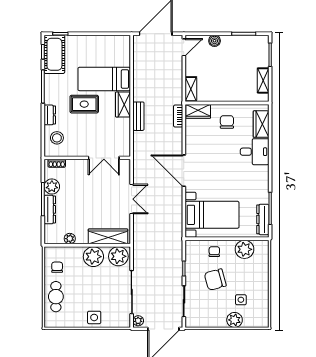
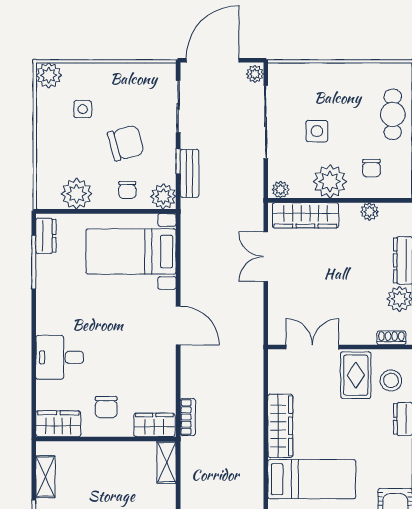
rug: (84, 104) -> (356, 375), moved, turned 90
wardrobe: (123, 104) -> (280, 426), width x1.50
bench: (138, 116) -> (190, 173), moved
wardrobe: (261, 124) -> (58, 424), moved, turned -90
door: (184, 171) -> (178, 325), width x0.73
double door: (132, 199) -> (266, 257), moved
dresser: (263, 219) -> (46, 236), width x0.70
plant: (193, 248) -> (163, 196), added
plant: (118, 256) -> (280, 190), width x0.53, depth x0.53
chair: (57, 267) -> (371, 168), moved
side table: (94, 317) -> (317, 131), moved
plant: (235, 320) -> (49, 75), moved

